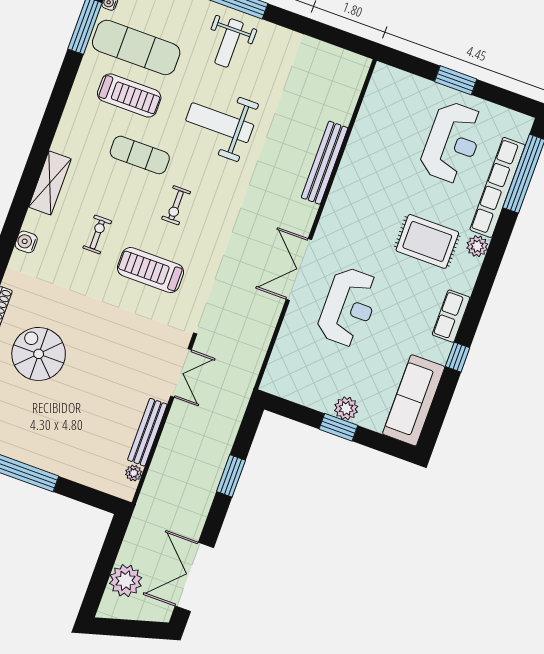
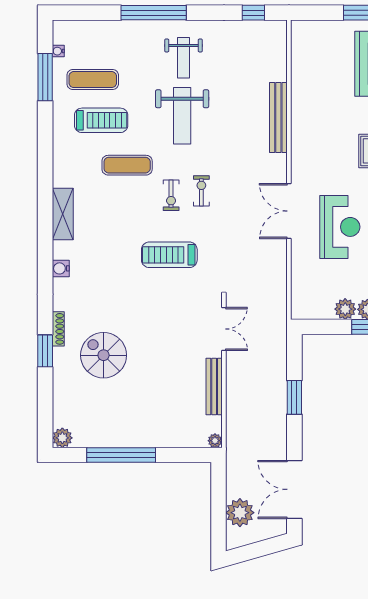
window: (339, 38) -> (253, 13), added
weight bench: (229, 43) -> (184, 58), moved
exercise mat: (136, 47) -> (93, 80), width x0.73, depth x0.69
weight bench: (220, 123) -> (182, 116), turned -90
exercise bike: (97, 234) -> (201, 191), moved
plant: (322, 399) -> (345, 309), added
plant: (134, 473) -> (215, 441), moved

